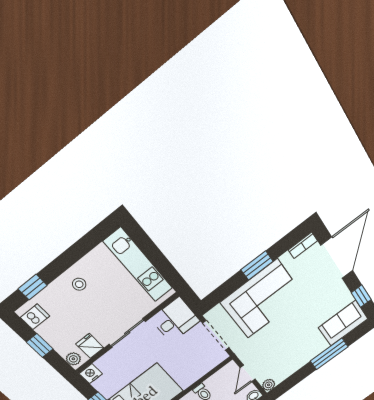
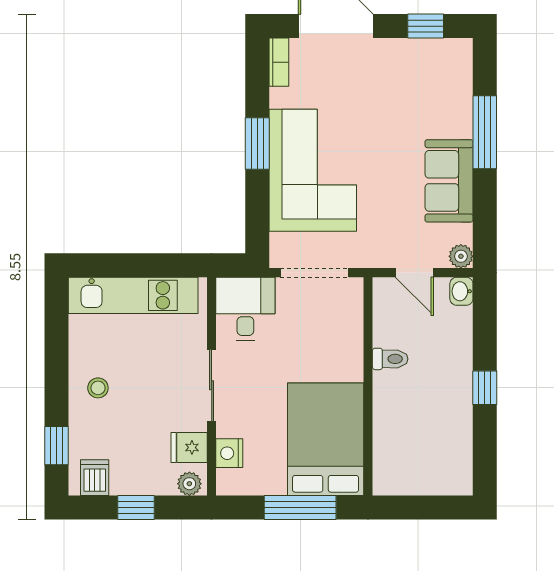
sofa: (343, 323) -> (449, 181), moved
nightstand: (91, 374) -> (229, 453), moved

